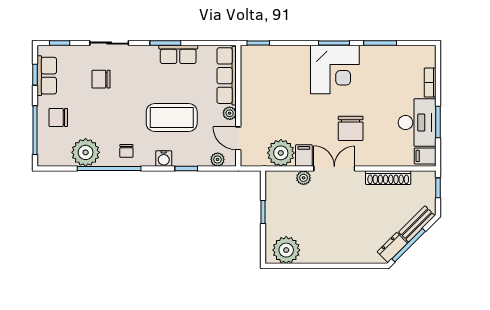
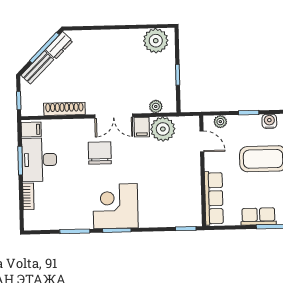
plant: (230, 113) -> (210, 164), removed
plant: (304, 178) -> (156, 106), moved

